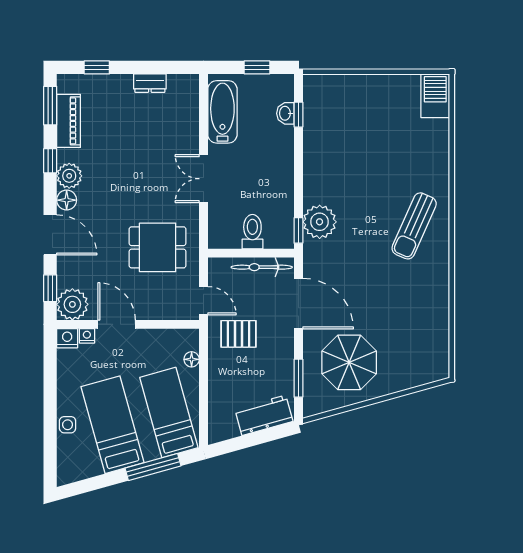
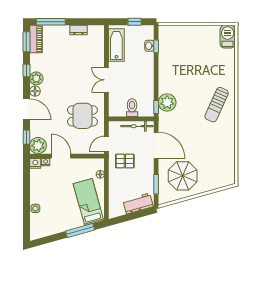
window: (97, 67) -> (51, 22), width x2.17
piano: (69, 121) -> (36, 39), moved
door: (203, 301) -> (106, 144), swing flipped
bed: (112, 425) -> (59, 208), removed

